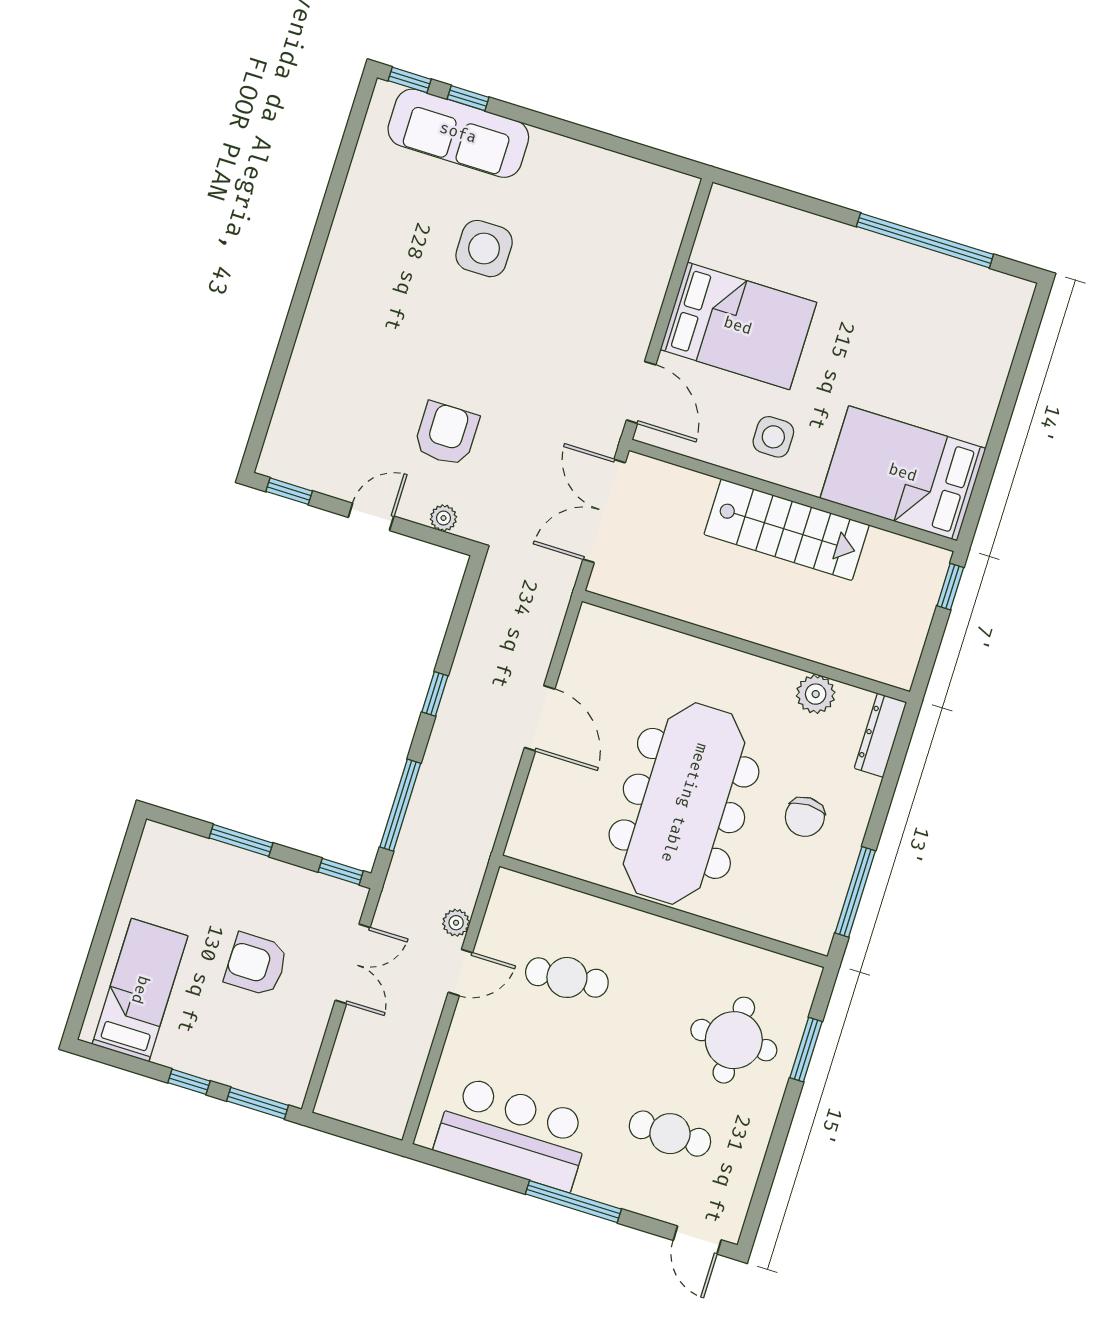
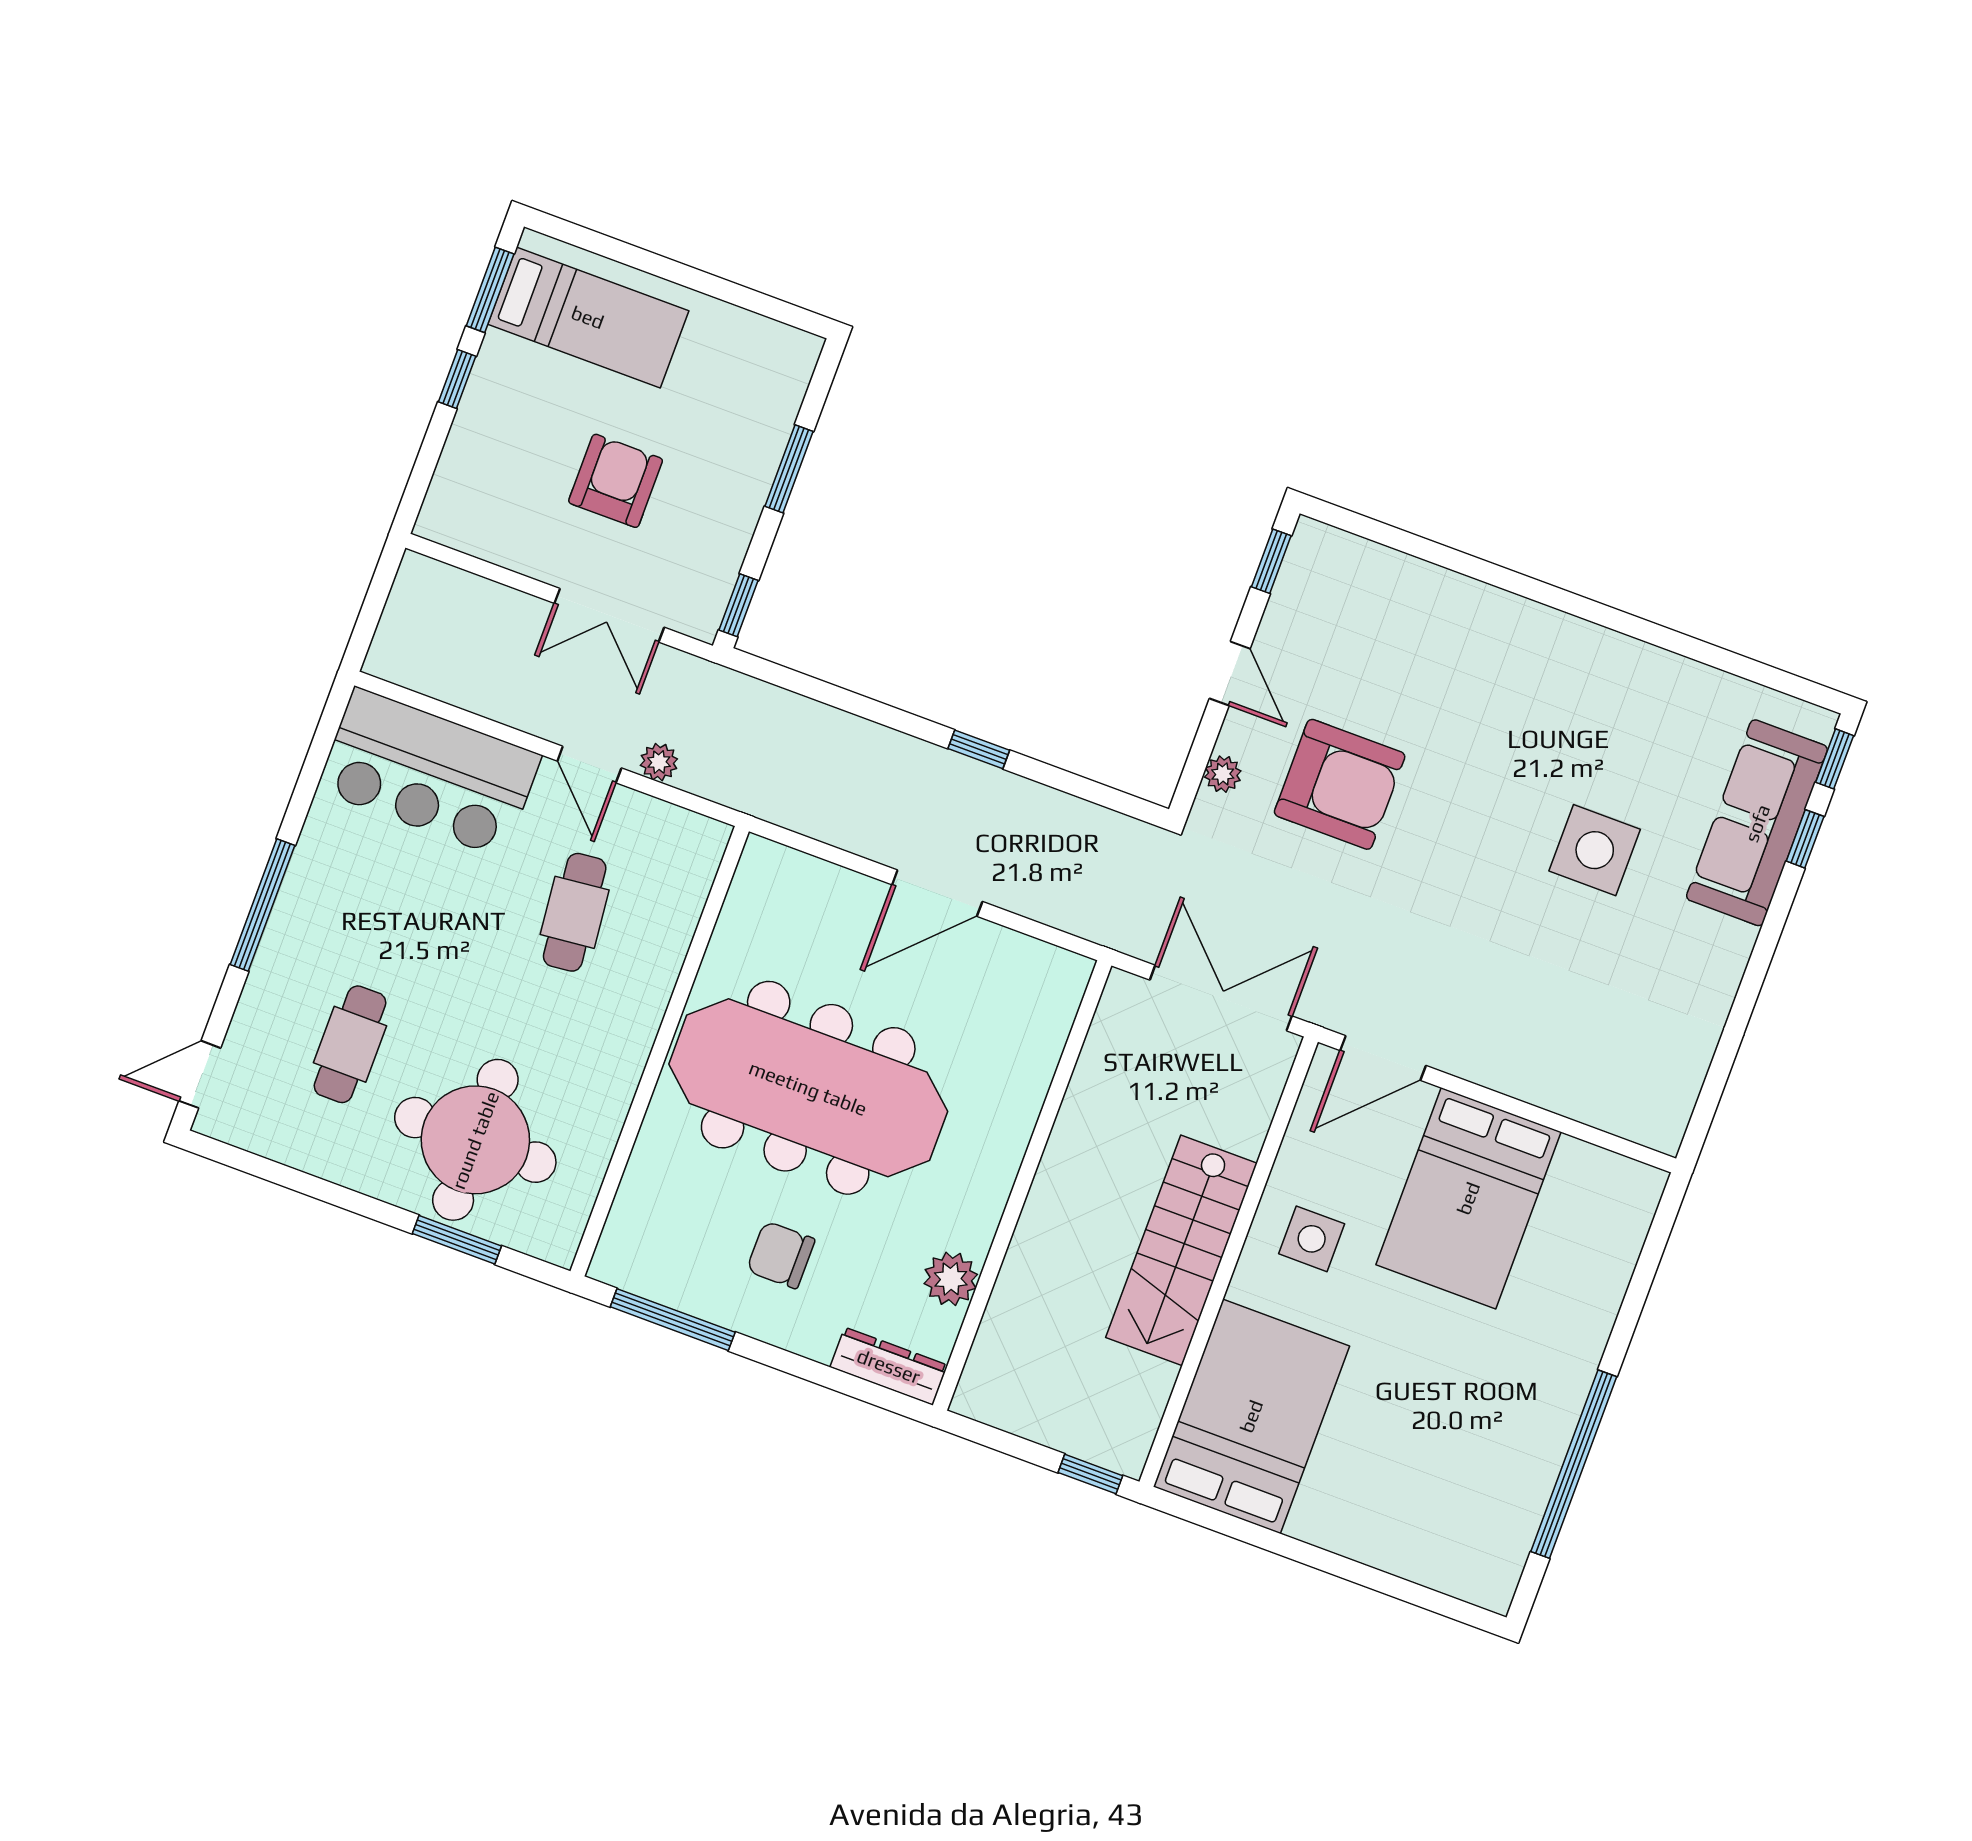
armchair: (446, 434) -> (1340, 784), width x1.36, depth x1.36
window: (400, 805) -> (827, 693), removed
round table: (734, 1040) -> (475, 1140), width x1.36, depth x1.36
window: (258, 1103) -> (490, 290), moved
bar counter: (513, 1133) -> (429, 772), moved, turned 90

